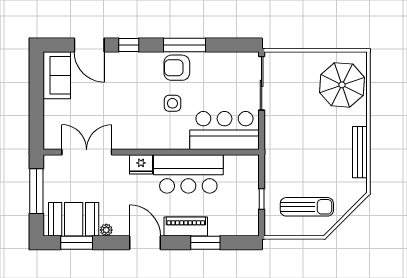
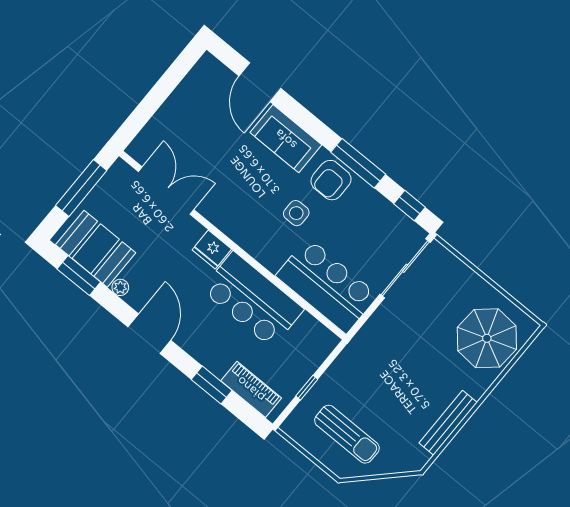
window: (129, 45) -> (410, 205), moved
armchair: (177, 68) -> (331, 180), turned -90
sofa: (57, 75) -> (286, 139), moved, turned 90
piano: (186, 226) -> (251, 389), moved

